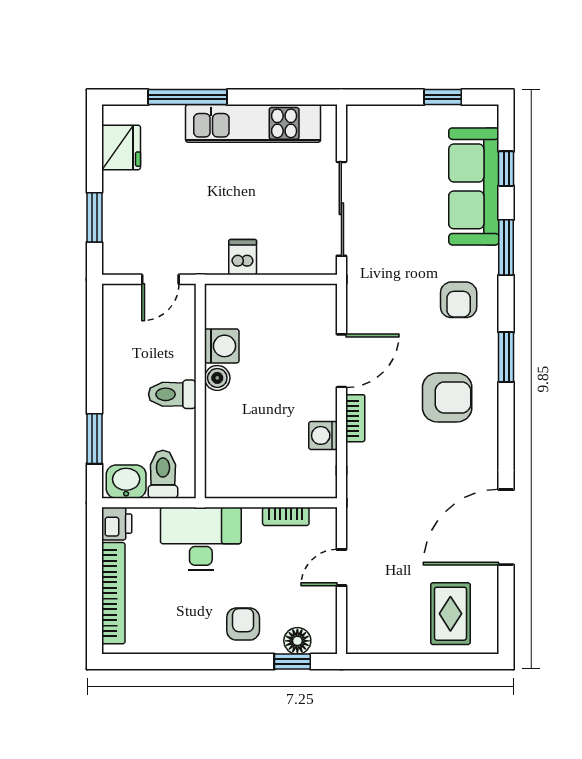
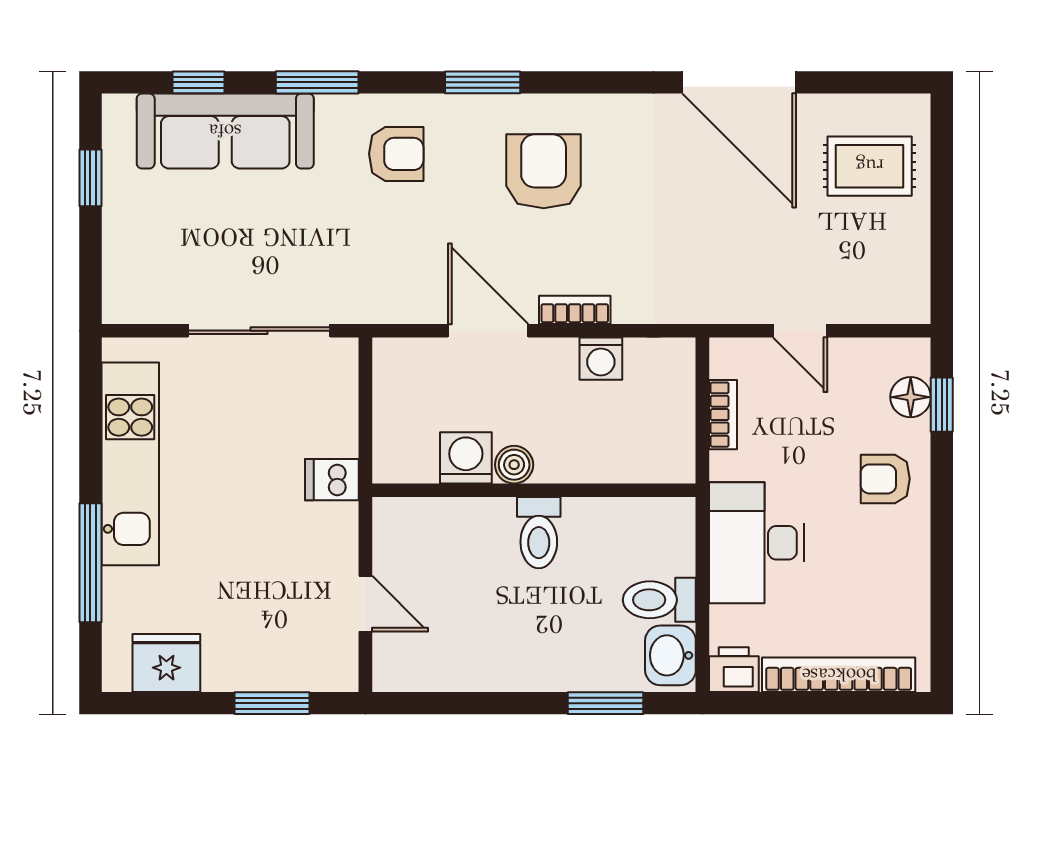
washing machine: (222, 346) -> (466, 458), moved
boiler: (217, 378) -> (514, 465), moved
wall: (200, 391) -> (534, 490), moved
toilet: (172, 394) -> (539, 533), moved

